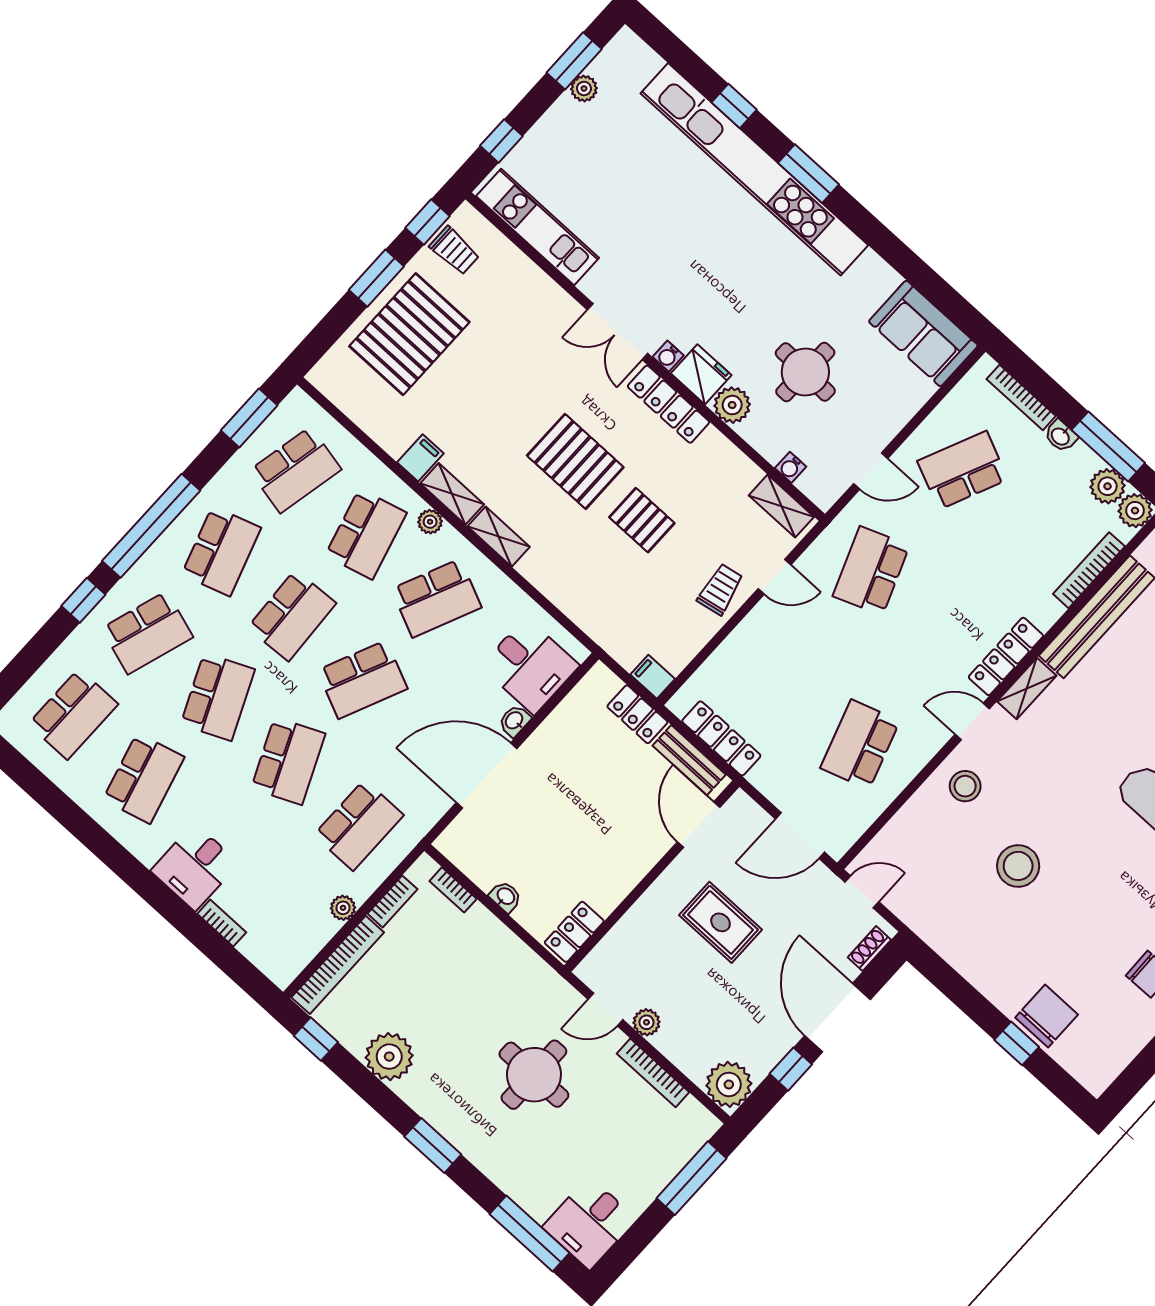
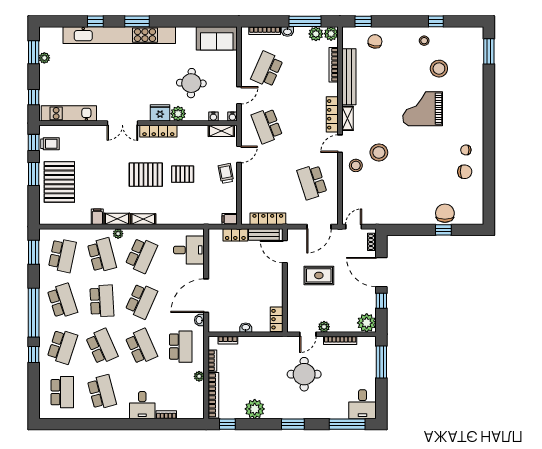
water cooler: (668, 356) -> (232, 116), moved
washbasin: (514, 721) -> (199, 320), moved
stool: (1018, 866) -> (379, 152), moved

